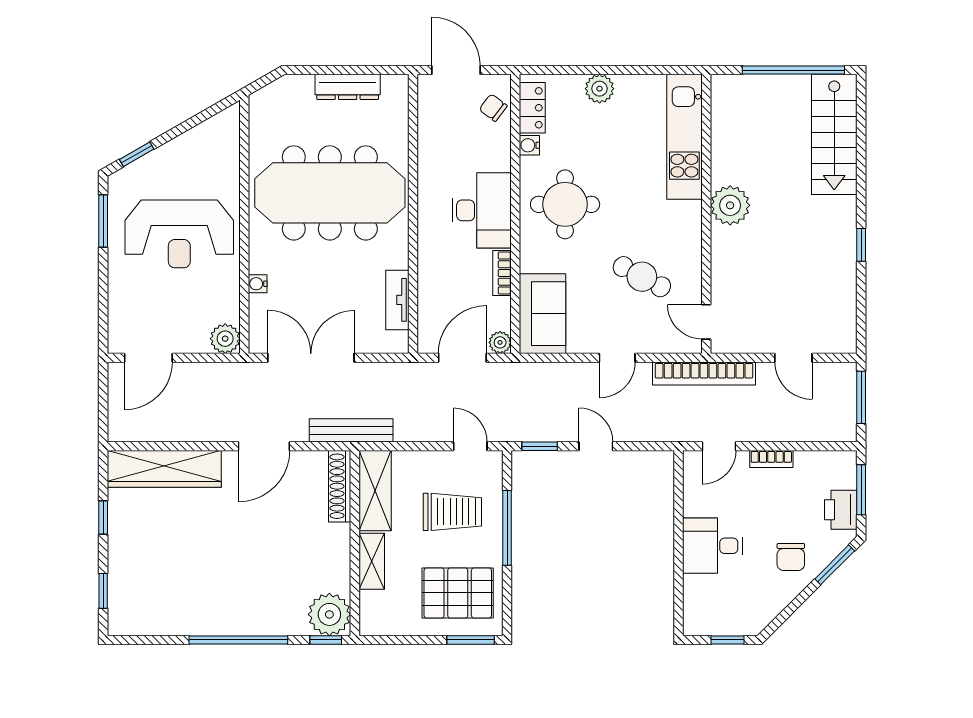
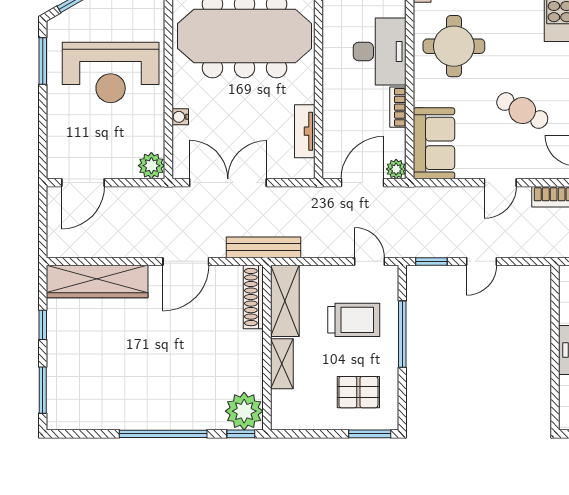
door: (596, 446) -> (481, 261), swing flipped
window: (103, 591) -> (43, 390), width x1.50
pallet: (458, 593) -> (358, 392), width x0.67, depth x0.71

